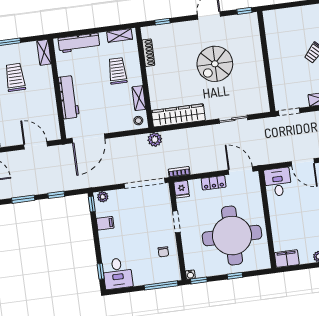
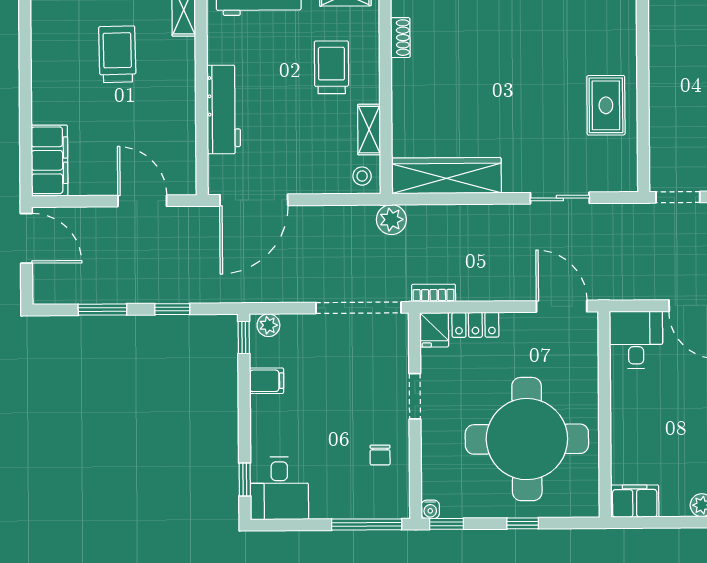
shoe rack: (148, 53) -> (400, 38), width x0.70
spiral stairs: (215, 64) -> (536, 78), removed
rug: (250, 73) -> (606, 105), added
locker: (214, 183) -> (475, 325), moved

